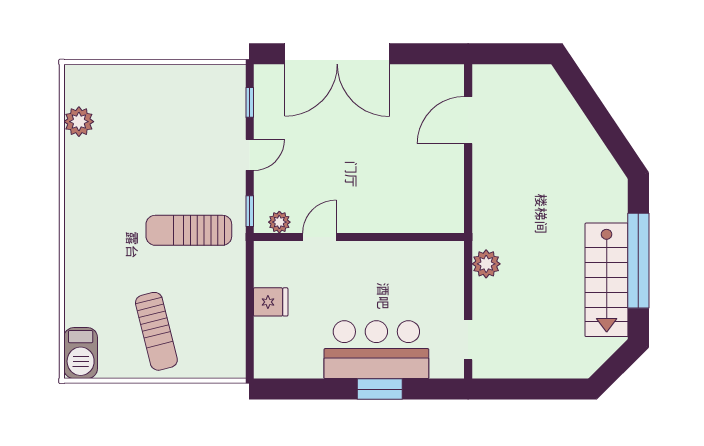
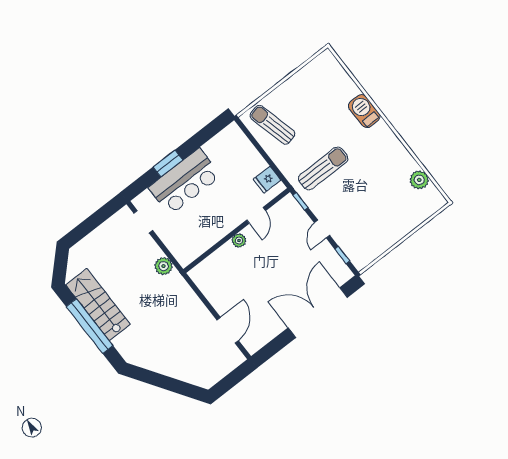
plant: (279, 222) -> (239, 241), moved
fridge: (271, 302) -> (267, 180), moved
sun lounger: (156, 331) -> (272, 125), moved
barbecue: (81, 353) -> (364, 111), moved

